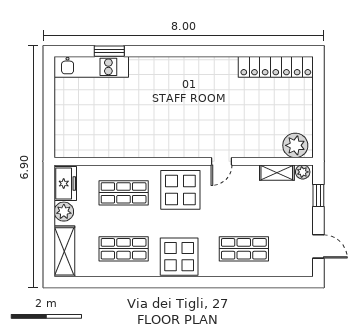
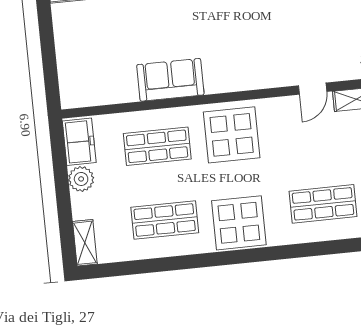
sofa: (139, 144) -> (170, 80), added
door: (222, 161) -> (313, 89), moved
shelving: (64, 251) -> (85, 243), width x0.67, depth x0.75

